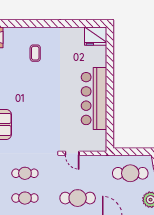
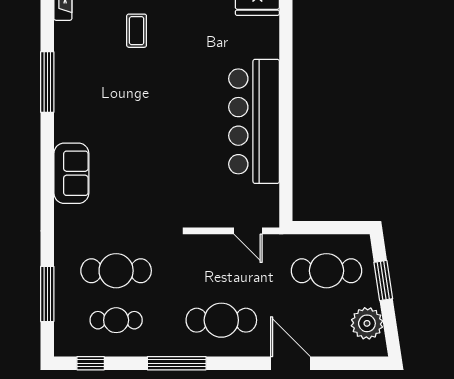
door: (72, 153) -> (248, 231), moved
cafe table: (25, 173) -> (116, 271), width x1.37, depth x1.35

